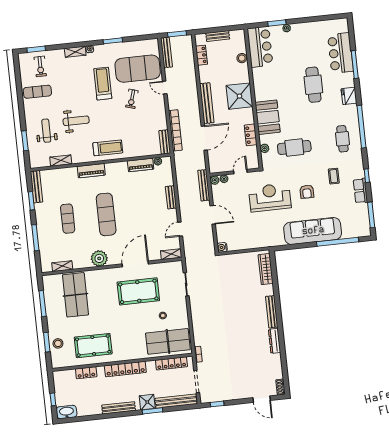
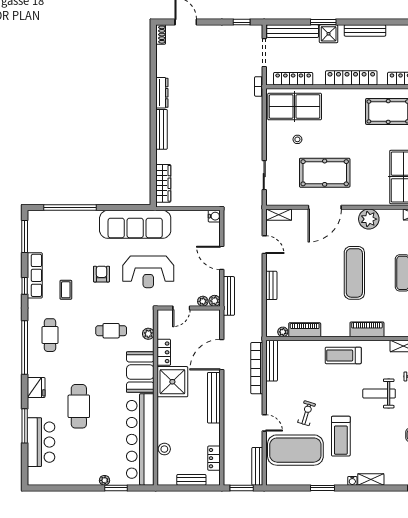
bar counter: (260, 47) -> (140, 439), width x1.86
shower: (239, 96) -> (172, 382), moved
bench: (165, 142) -> (272, 361), width x1.36
cafe table: (294, 147) -> (111, 331), width x0.73, depth x0.74
row of seats: (360, 191) -> (35, 275), width x1.48
door: (180, 229) -> (264, 245), hinge flipped
sofa: (313, 231) -> (135, 224), moved

